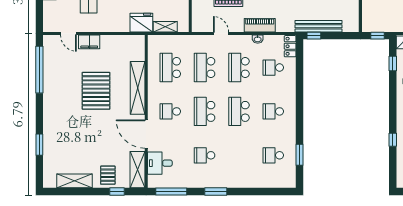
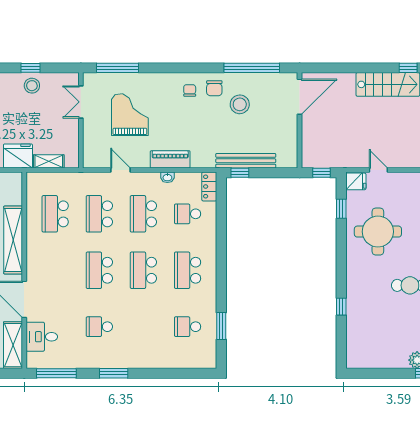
school desk: (170, 111) -> (55, 270), removed
school desk: (273, 111) -> (188, 270), width x1.85

